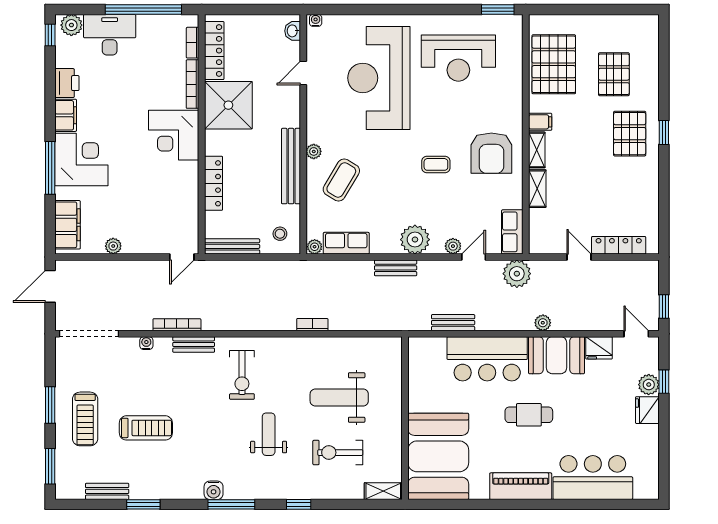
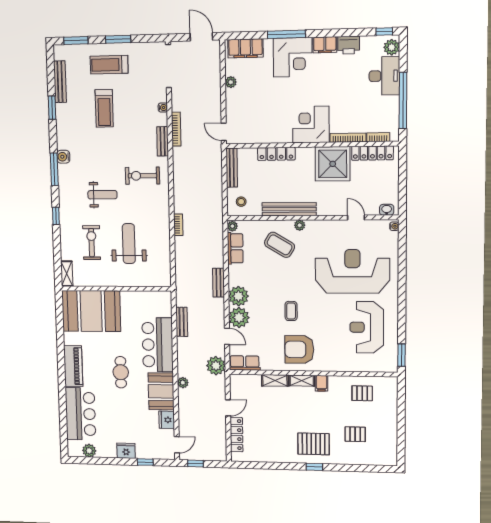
pallet: (554, 64) -> (362, 393), width x0.49, depth x0.50
pallet: (614, 74) -> (355, 434), width x0.67, depth x0.71
plant: (453, 246) -> (239, 318), width x1.88, depth x1.88
plant: (649, 385) -> (89, 451), moved
bench: (107, 491) -> (60, 82), width x1.36

